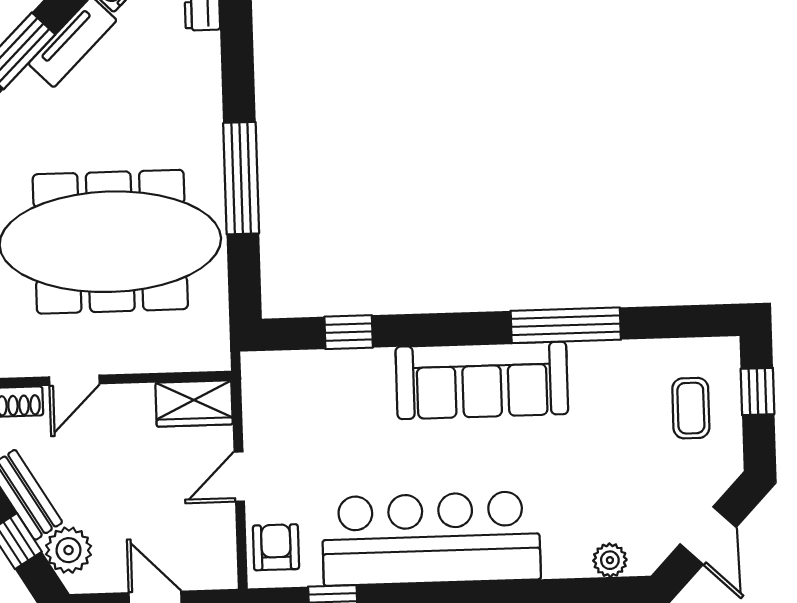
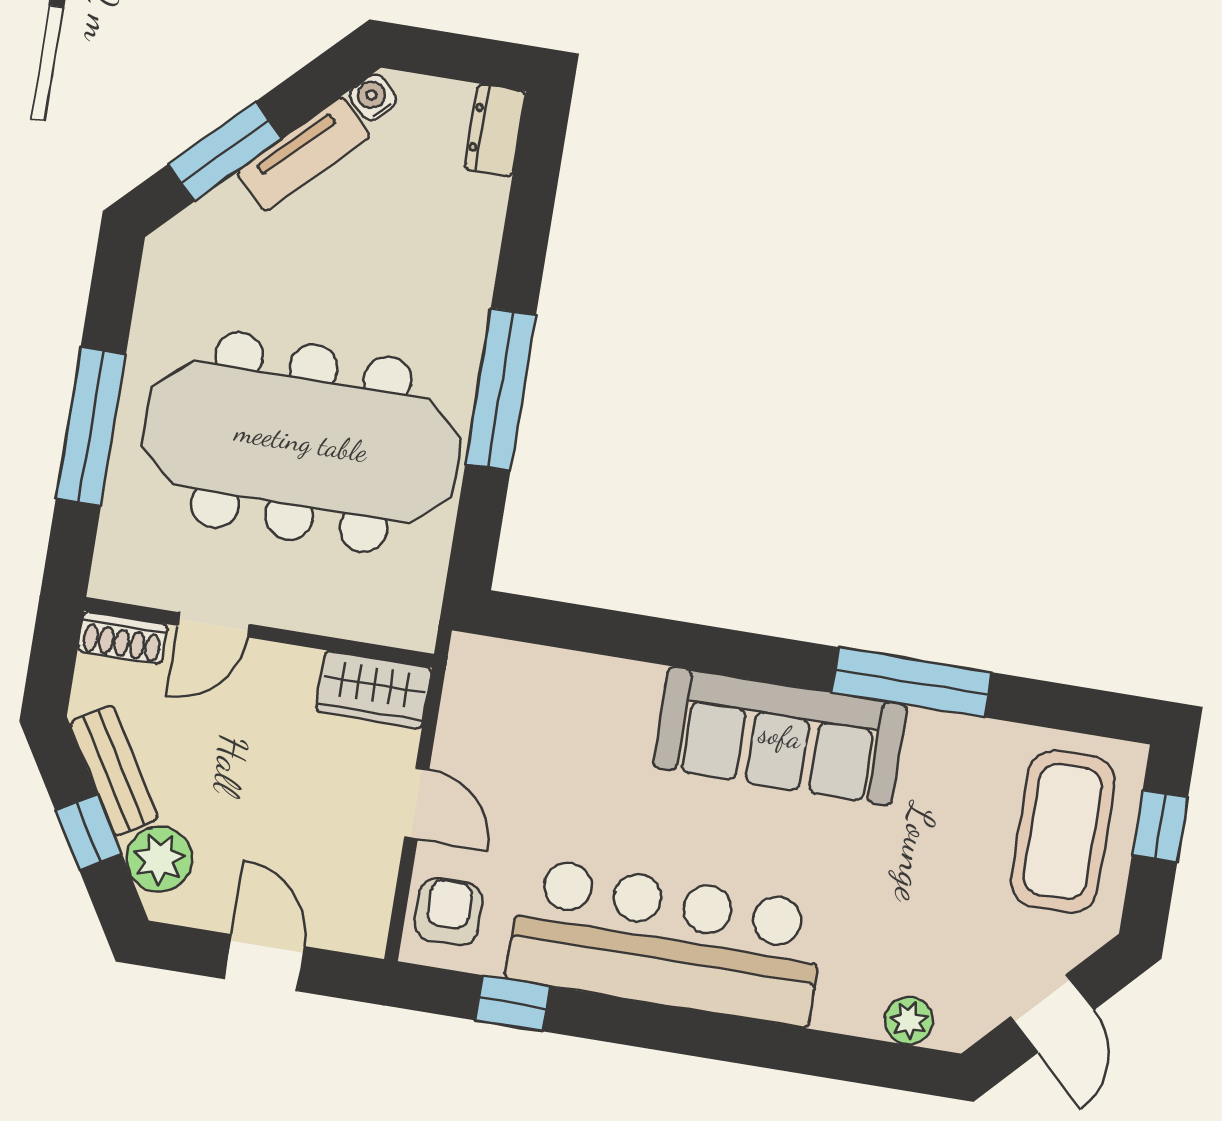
window: (349, 332) -> (608, 633), removed
coffee table: (691, 408) -> (1063, 832), width x1.86, depth x1.72
door: (239, 477) -> (417, 804), swing flipped

